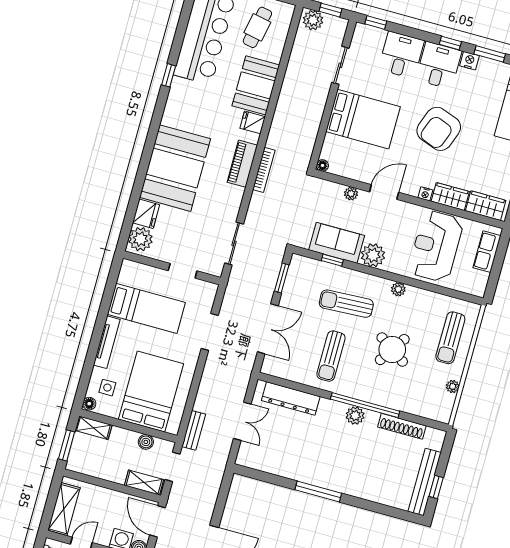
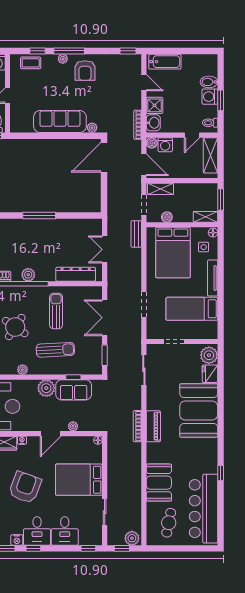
fridge: (253, 122) -> (154, 457), removed

